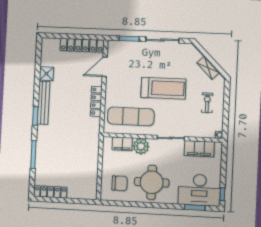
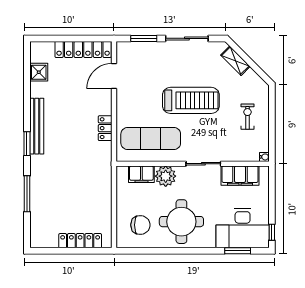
shelving: (208, 68) -> (235, 61), moved
shower: (46, 74) -> (39, 72), moved
locker: (96, 101) -> (105, 128), width x0.66
locker: (50, 192) -> (80, 241), moved

